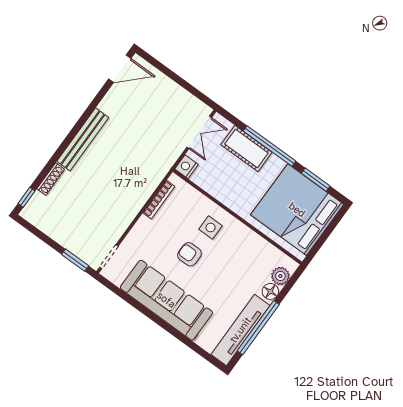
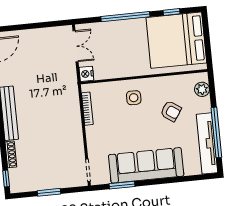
cot: (246, 148) -> (113, 31), removed
window: (316, 180) -> (171, 12), width x0.67
armchair: (189, 254) -> (171, 111), moved, turned -146
window: (75, 260) -> (49, 192), moved
floor lamp: (270, 291) -> (204, 104), removed
window: (128, 299) -> (122, 185), added

